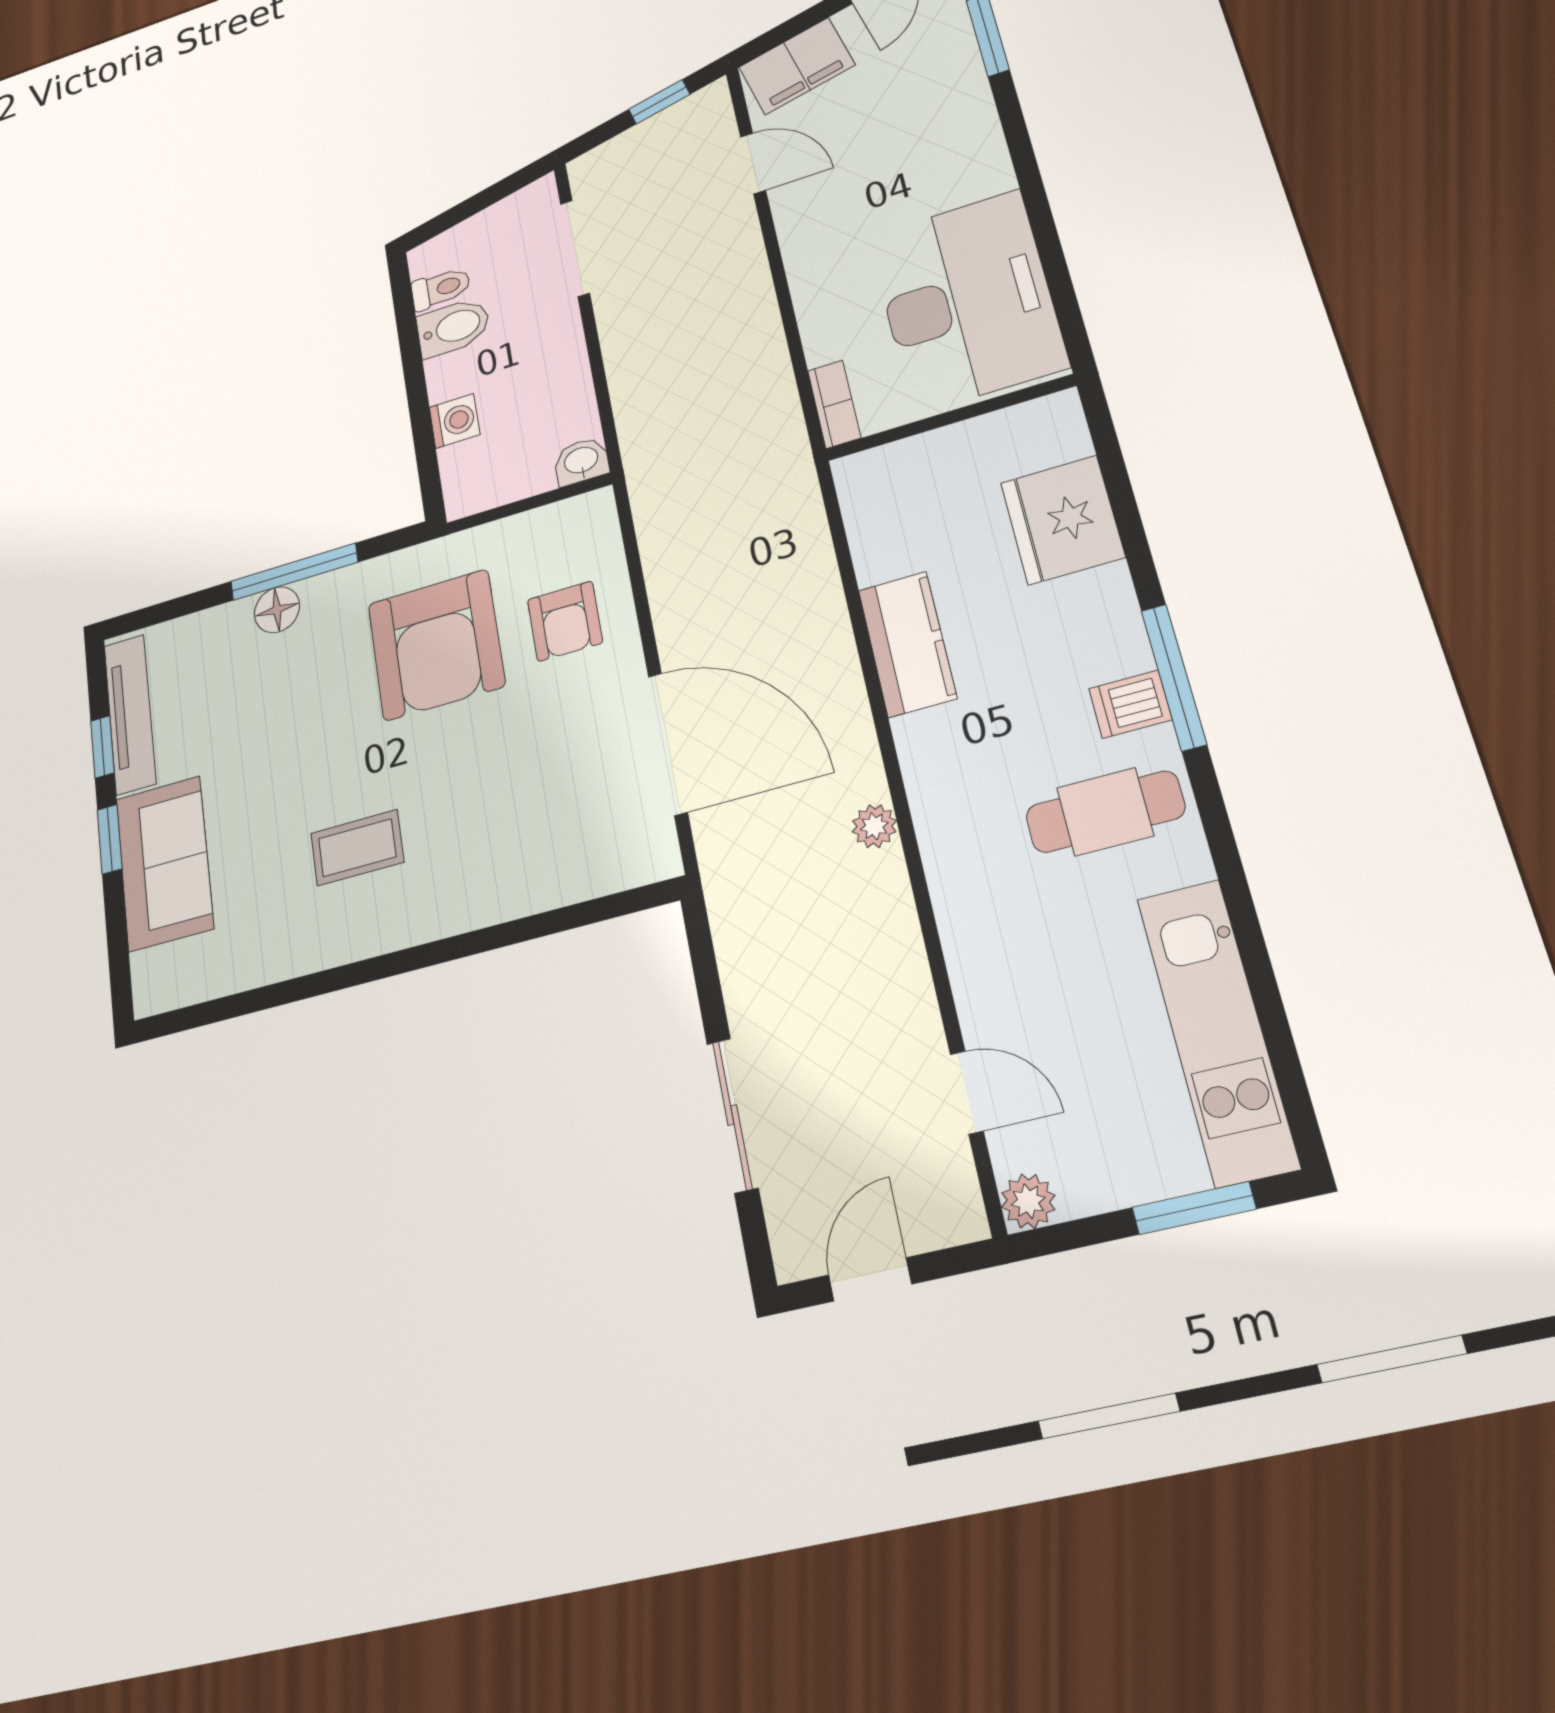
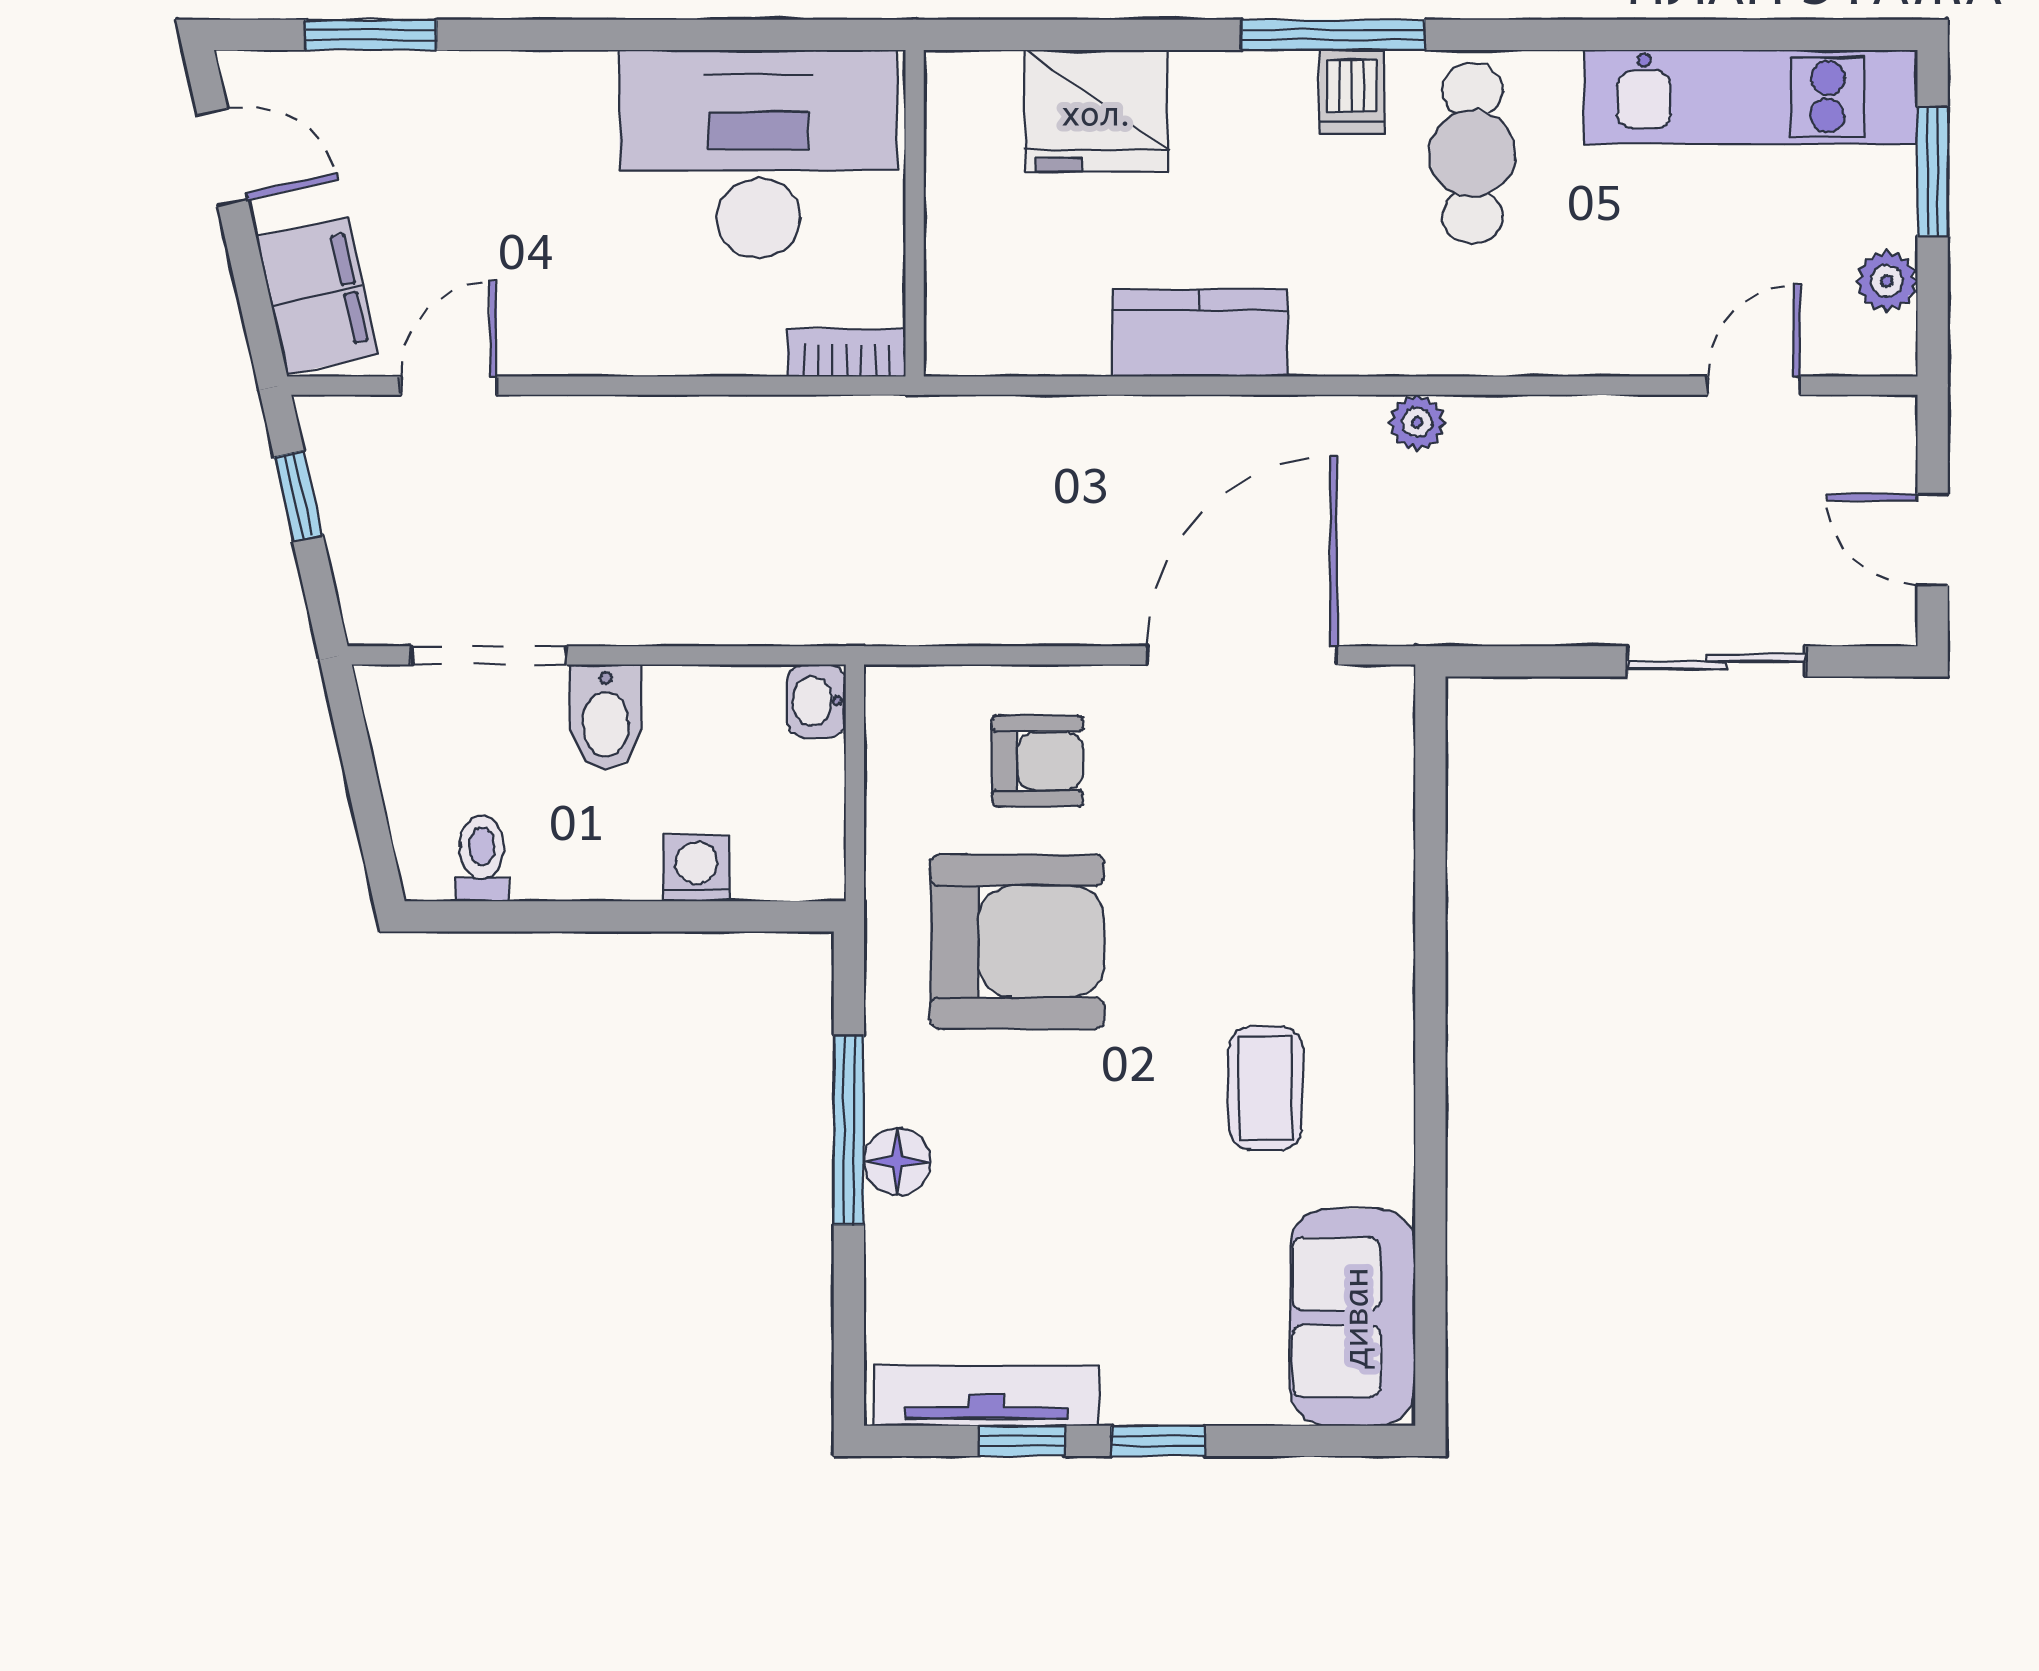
bidet: (453, 327) -> (606, 717), moved, turned 180
sofa: (164, 863) -> (1353, 1318), moved, turned -90
plant: (1028, 1201) -> (1887, 281), moved

